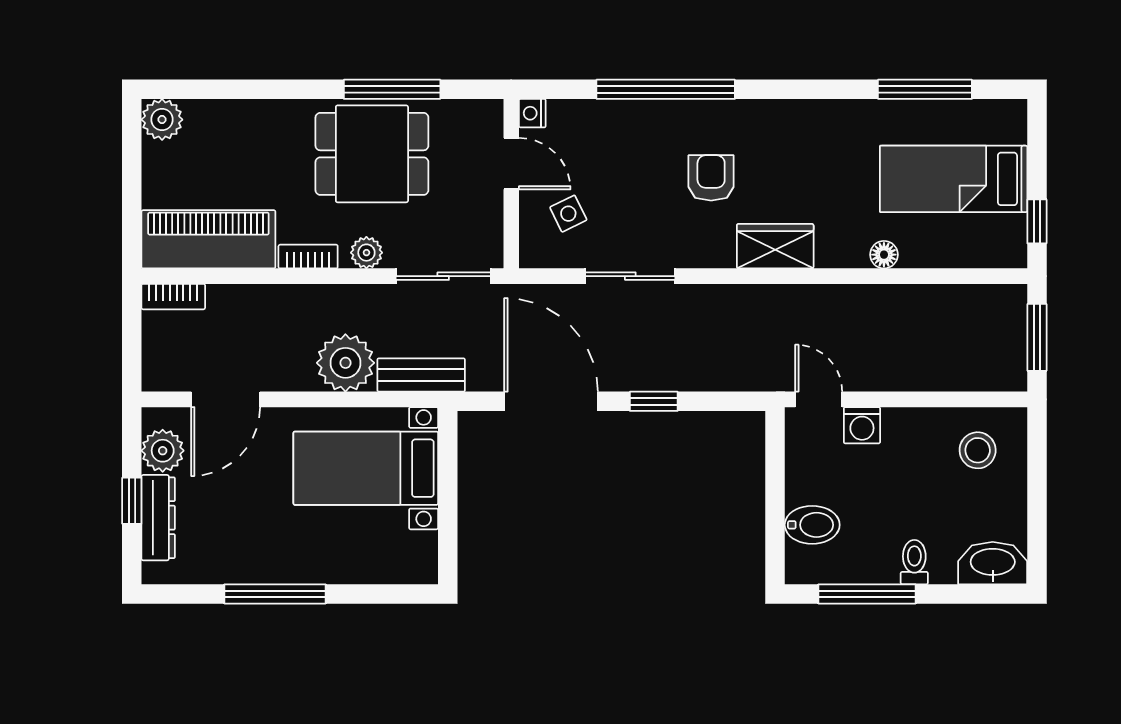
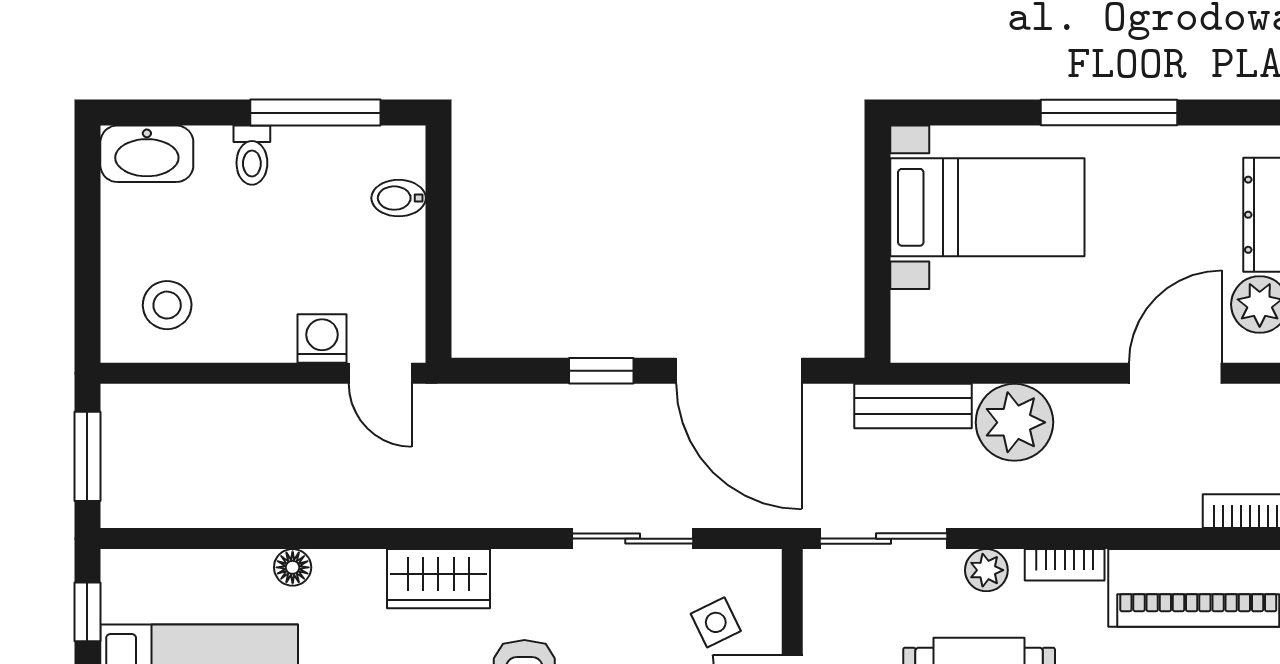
bed with nightstands: (366, 468) -> (987, 207), moved
bidet: (812, 525) -> (399, 198), width x0.72, depth x0.74

